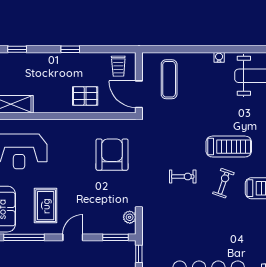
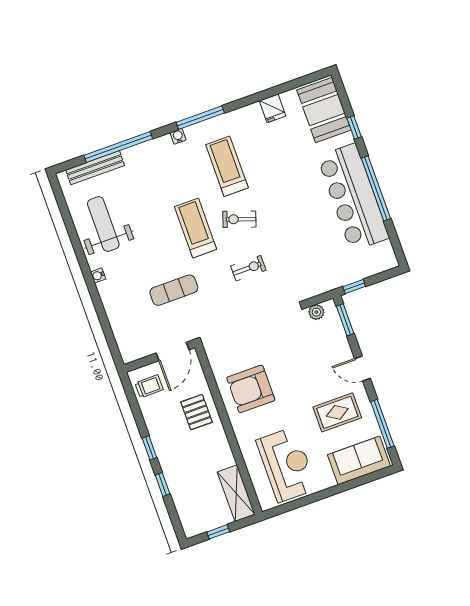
window: (17, 49) -> (163, 485), moved
exercise mat: (169, 79) -> (174, 290), moved
armchair: (112, 155) -> (251, 389), moved
exercise bike: (183, 177) -> (248, 268), turned 90

